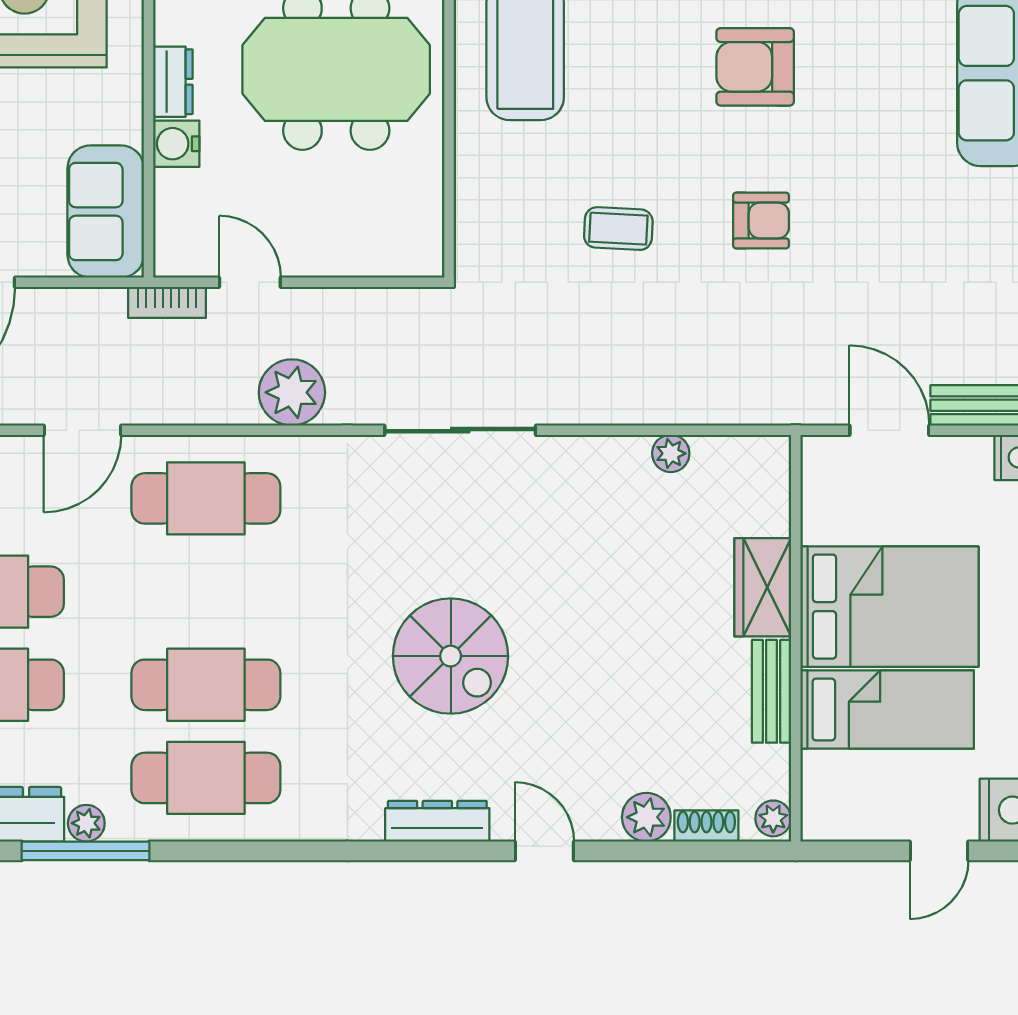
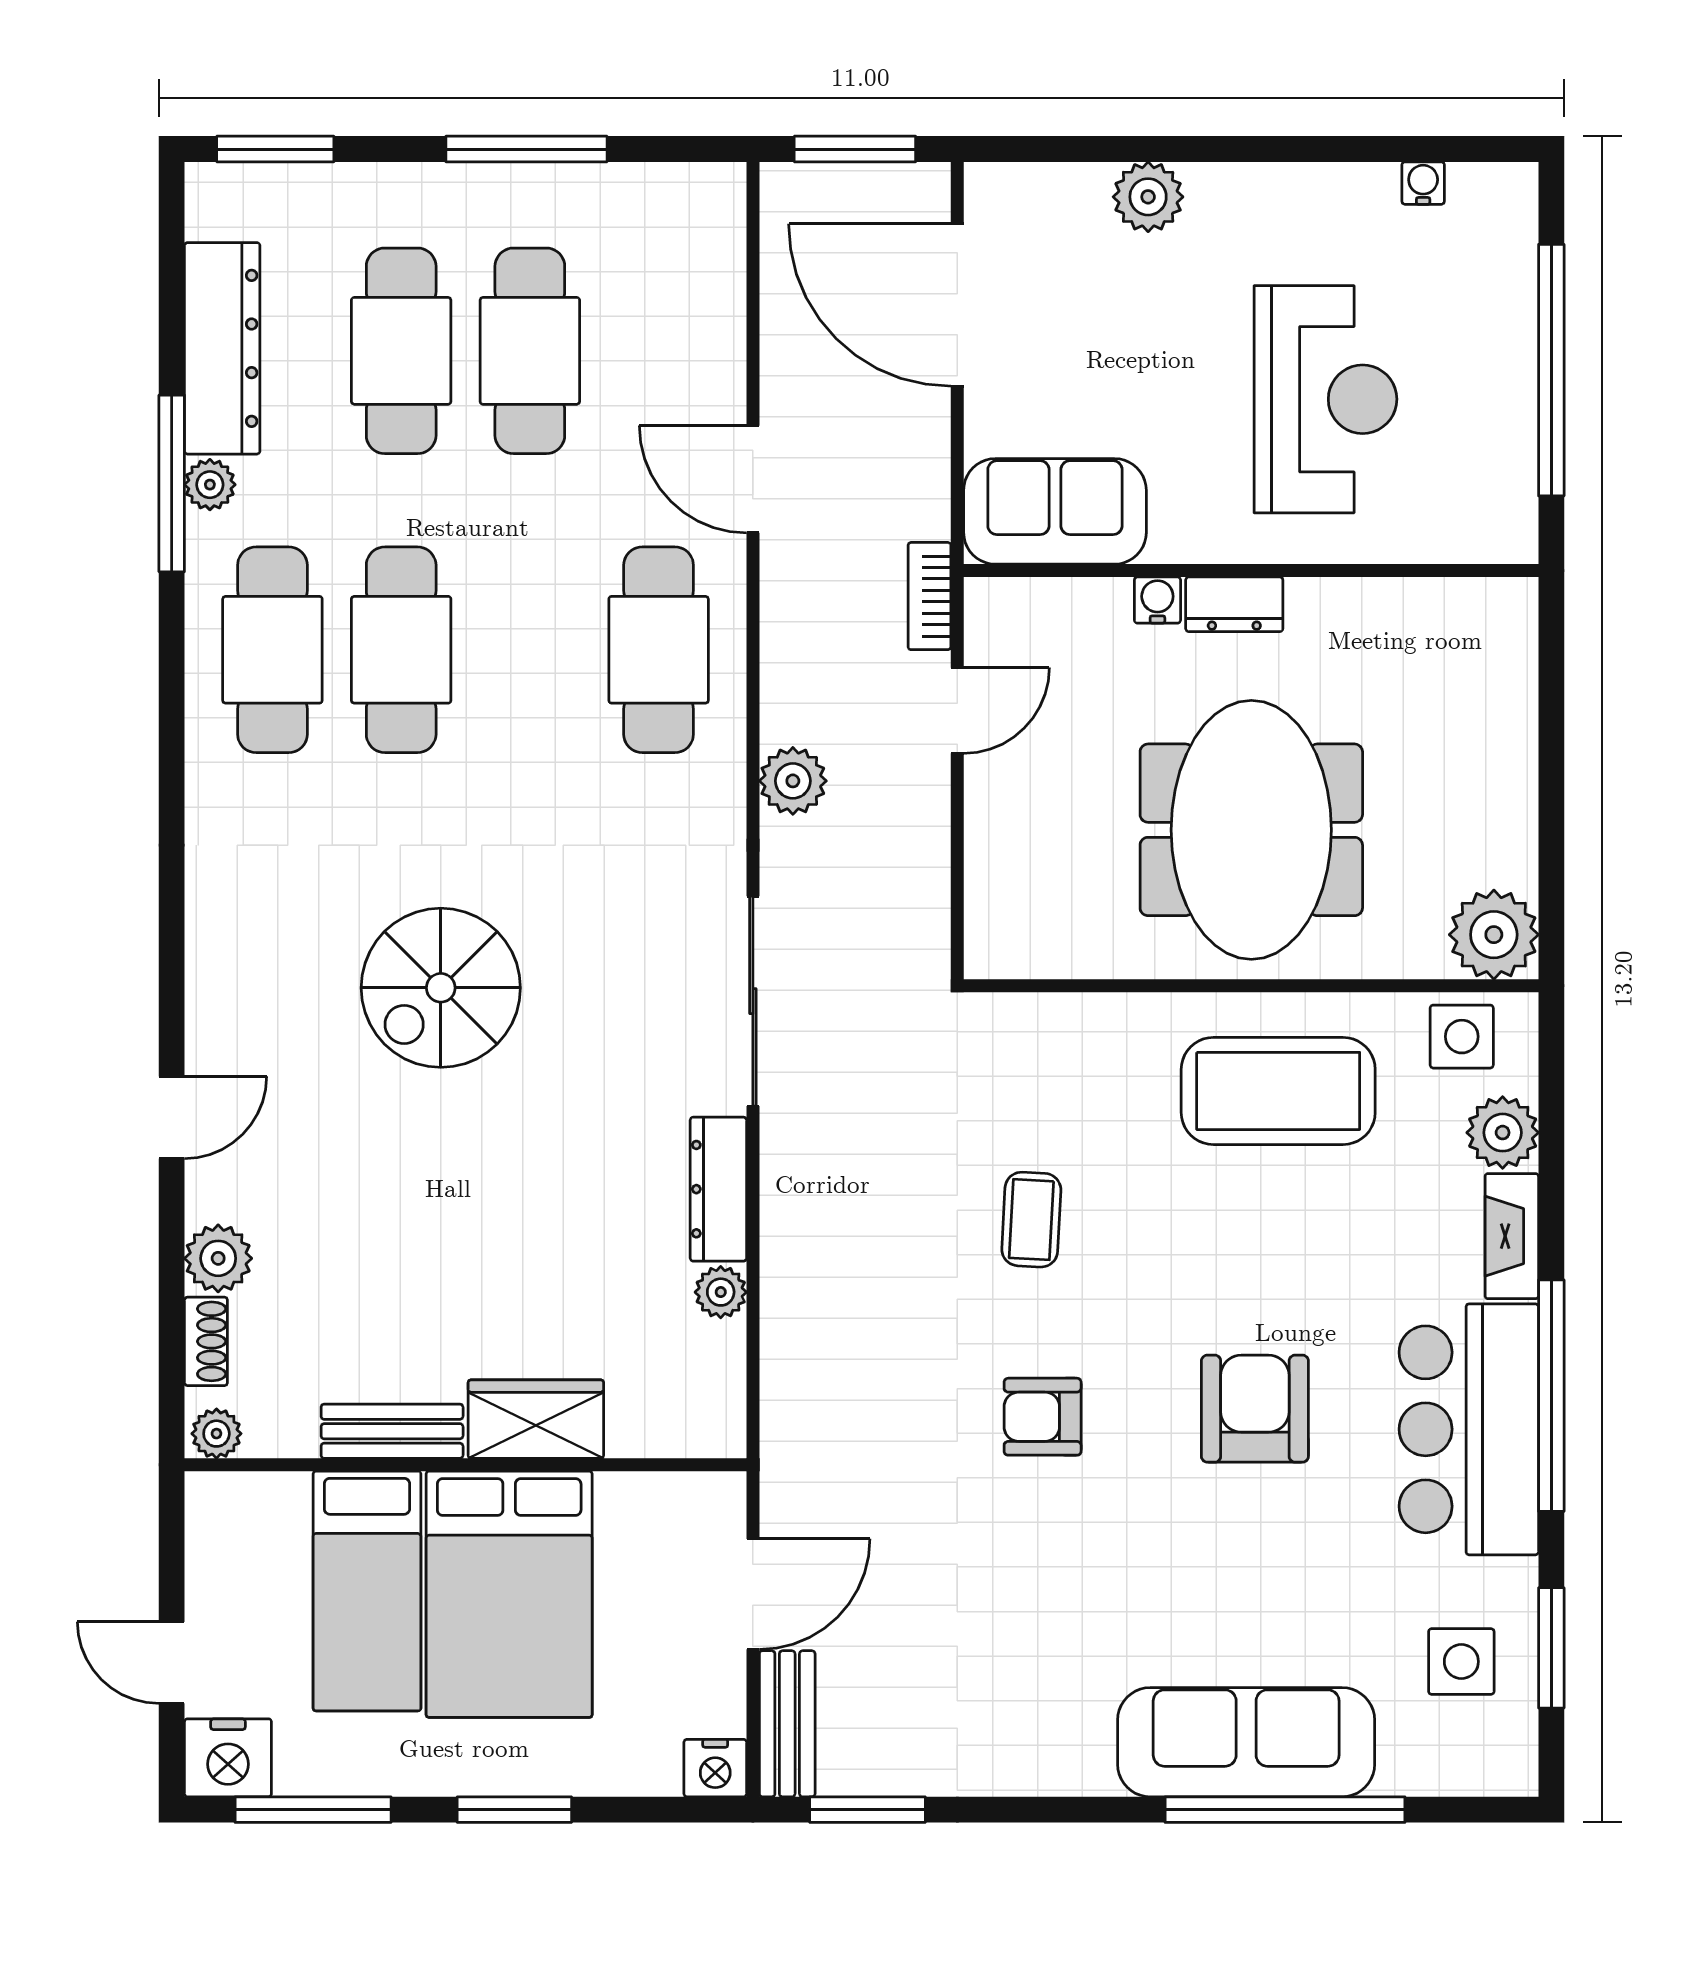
water cooler: (176, 144) -> (1157, 600), width x0.72, depth x0.72
armchair: (761, 220) -> (1043, 1417), turned 90
plant: (292, 392) -> (793, 781), width x0.73, depth x0.73
dresser: (437, 821) -> (718, 1189), moved, turned 180

